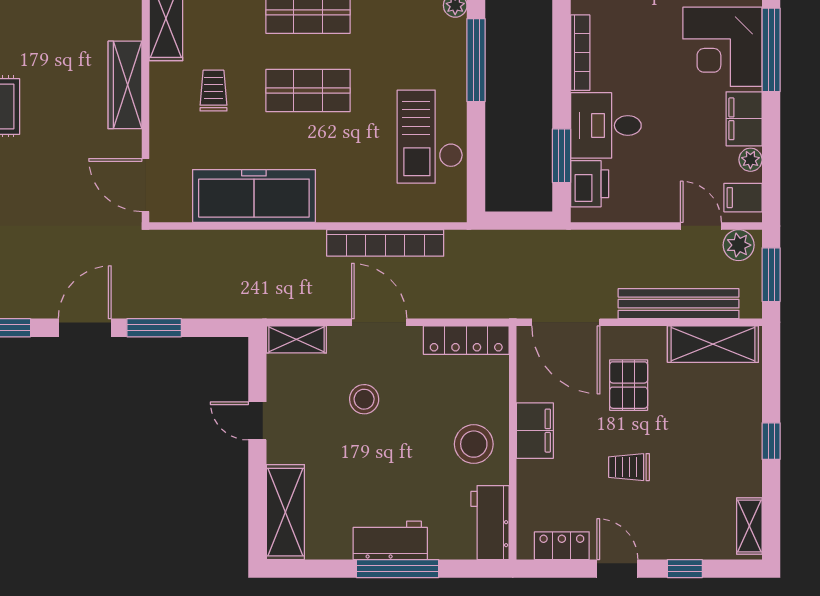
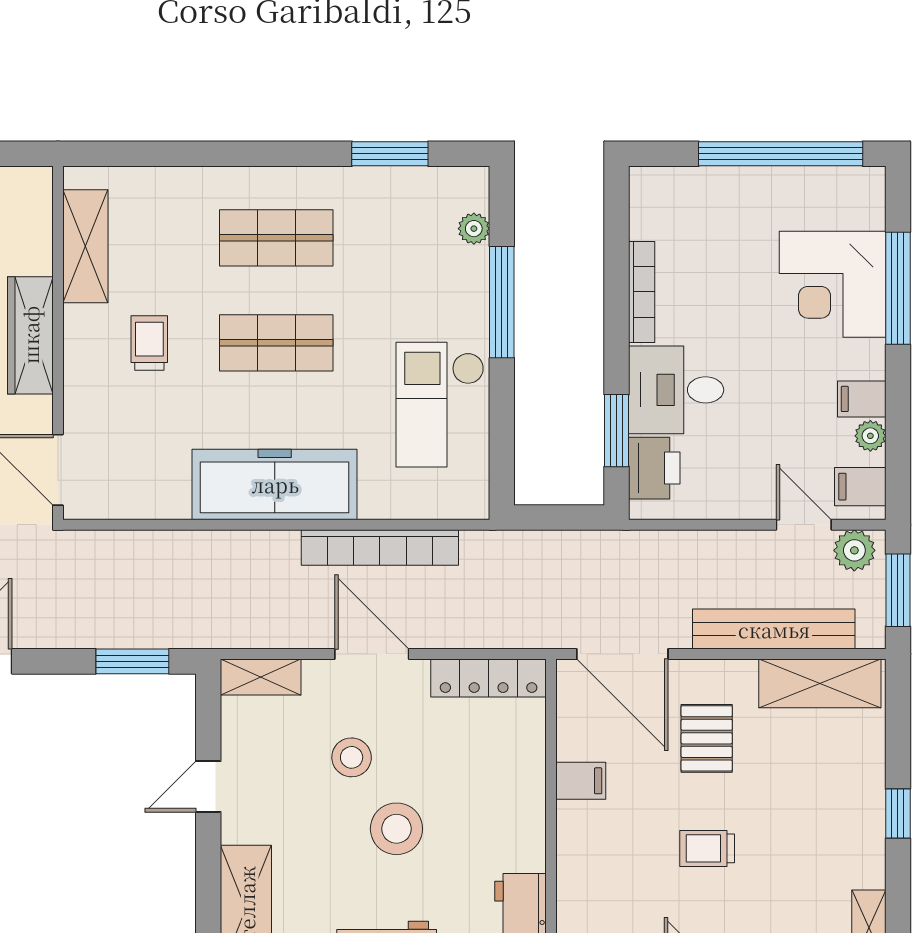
filing cabinet: (744, 119) -> (862, 399), width x0.50
freezer: (254, 196) -> (275, 484), moved
window: (154, 328) -> (132, 661), moved
door: (257, 421) -> (208, 787), hinge flipped
filing cabinet: (535, 431) -> (581, 781), width x0.50
stool: (474, 444) -> (396, 829), moved

